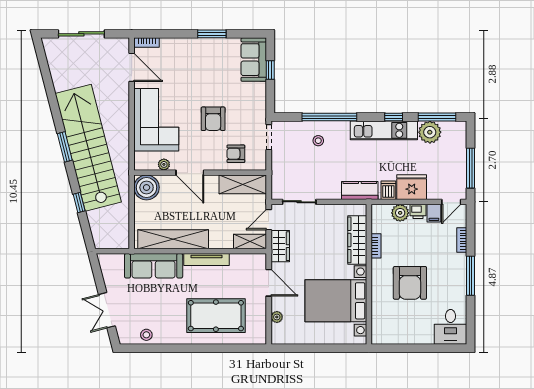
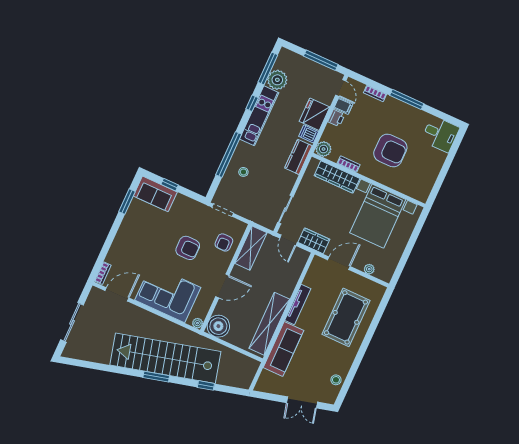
window: (212, 34) -> (127, 202), moved
plant: (164, 164) -> (197, 323), moved
plant: (400, 213) -> (324, 149), moved
shelving: (250, 241) -> (299, 263), removed

